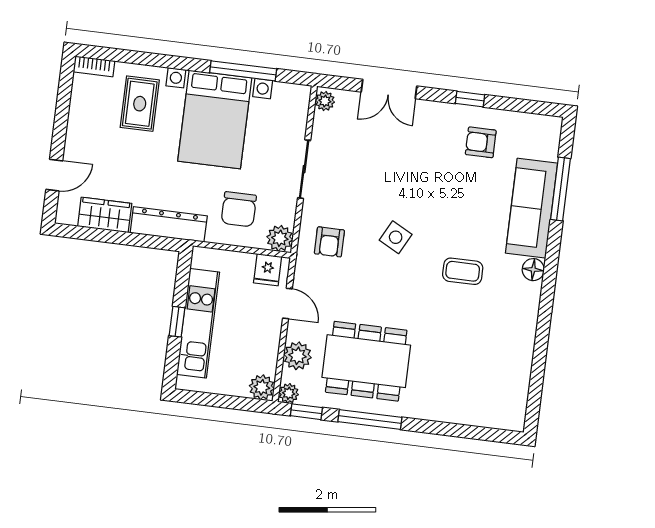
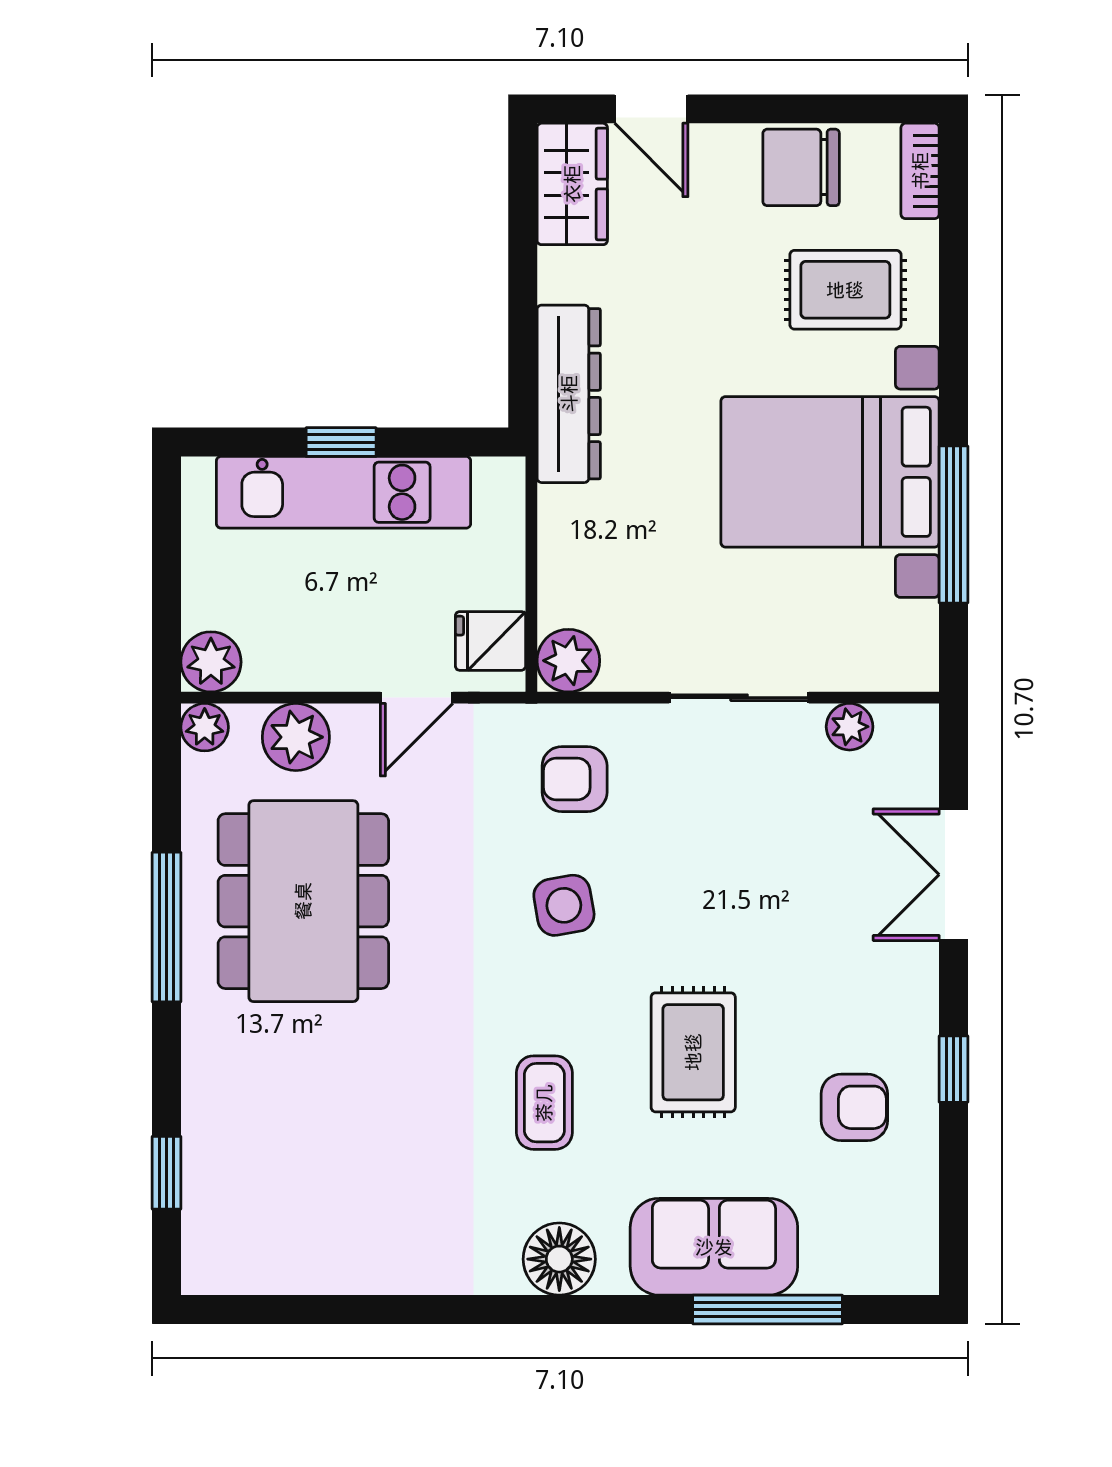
plant: (325, 101) -> (850, 727), moved
armchair: (481, 142) -> (854, 1107), turned 90
rug: (449, 207) -> (693, 1052), added
sofa: (531, 208) -> (714, 1247), width x0.73
chair: (239, 209) -> (801, 167), moved
wardrobe: (105, 215) -> (572, 184), moved
side table: (396, 237) -> (564, 905), moved, turned -38
floor lamp: (533, 270) -> (559, 1259), width x1.38, depth x1.38
window: (306, 412) -> (166, 1173), moved

